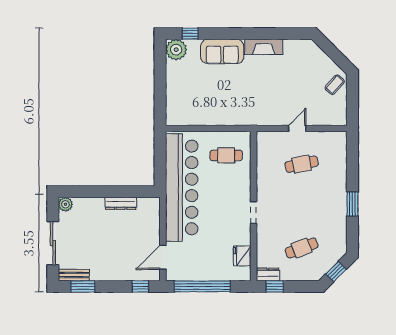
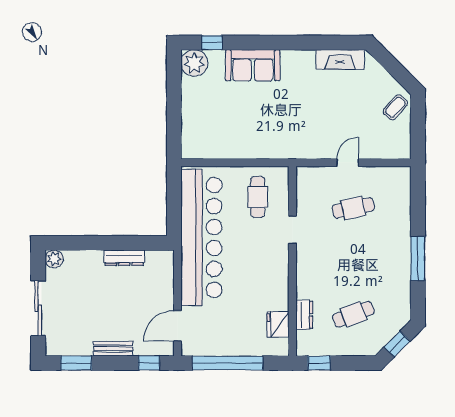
fireplace: (264, 47) -> (340, 59), moved
cafe table: (226, 155) -> (258, 197), turned 90
window: (352, 204) -> (418, 259), width x1.44
doorway: (254, 213) -> (292, 230), moved
dresser: (268, 274) -> (304, 315), moved, turned 90
bench: (74, 275) -> (113, 349), moved

